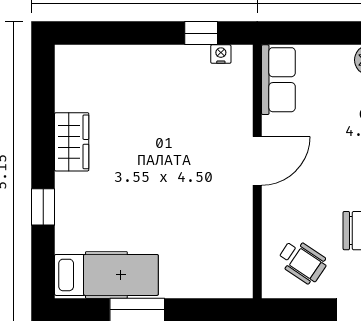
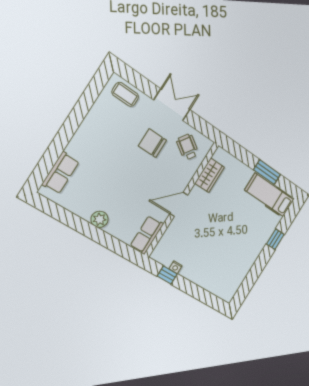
nightstand: (221, 54) -> (176, 267), moved
wardrobe: (72, 142) -> (210, 175), moved, turned 180

